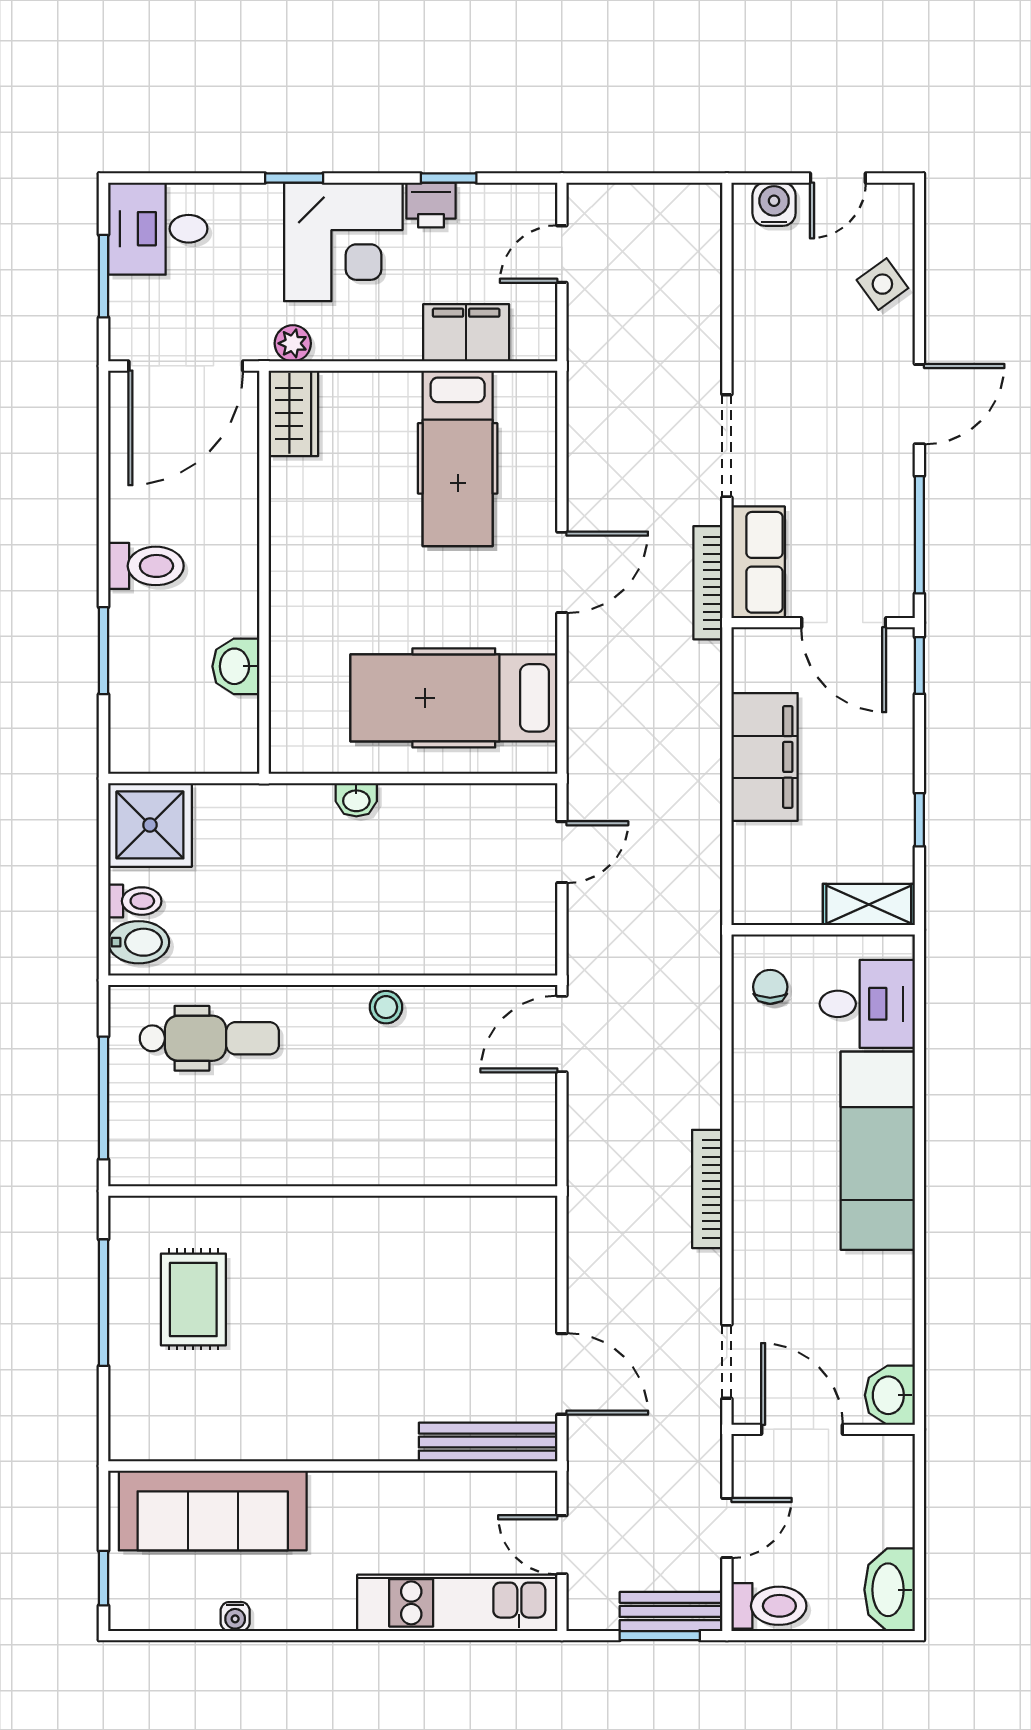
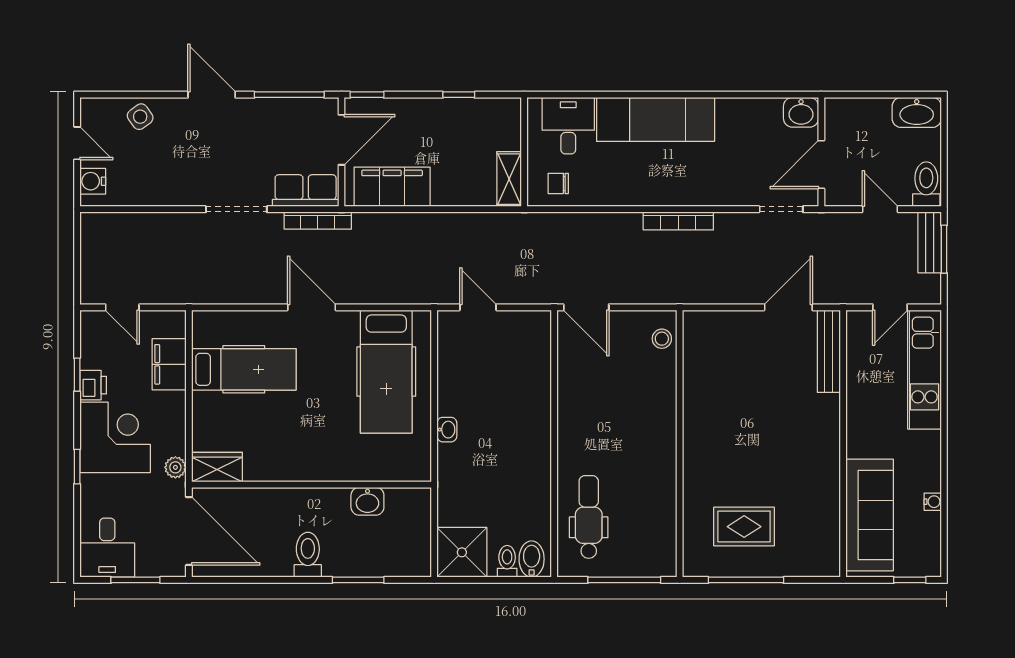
filing cabinet: (765, 757) -> (392, 187), moved
shelving: (869, 904) -> (509, 179), moved
stool: (386, 1007) -> (662, 339), moved

